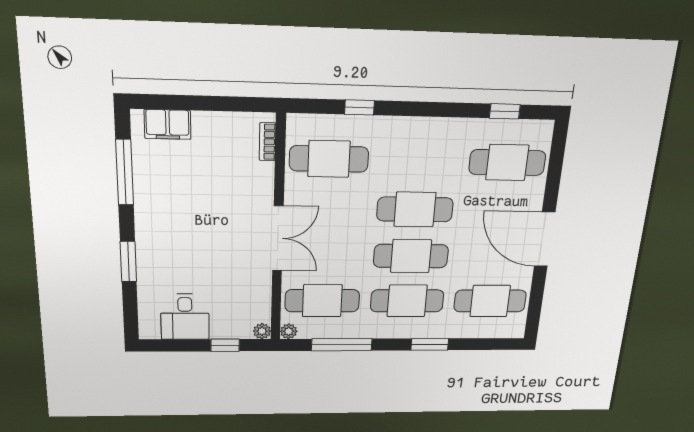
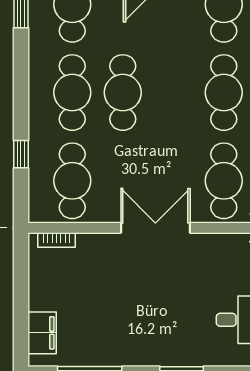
cafe table: (411, 256) -> (72, 93), moved

